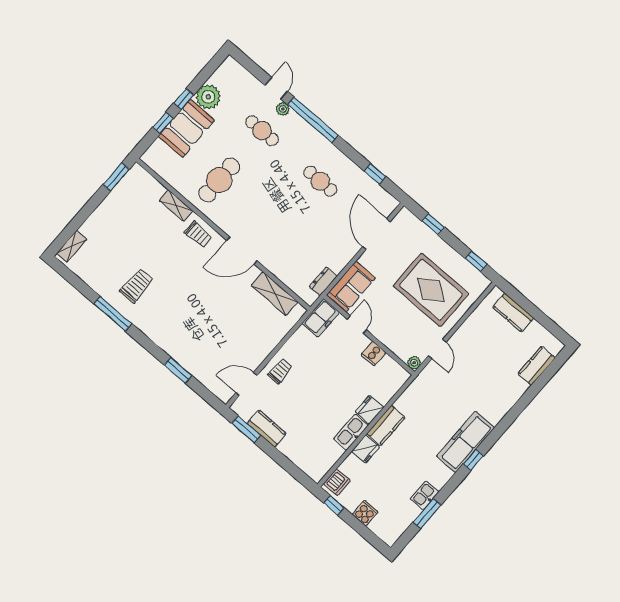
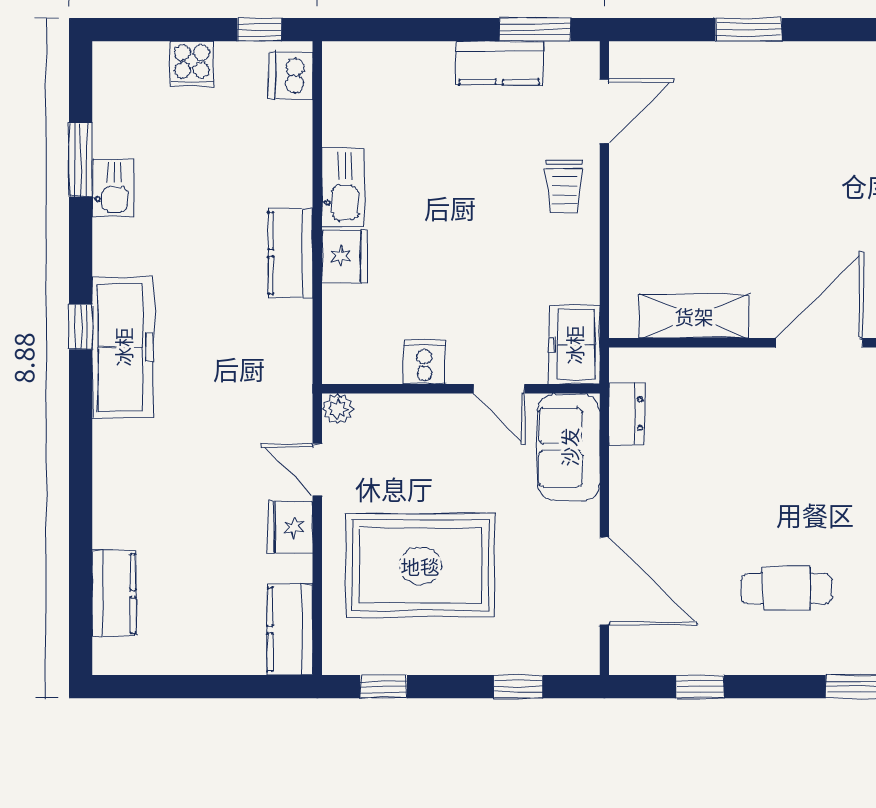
kitchen counter: (513, 313) -> (290, 630), moved, turned -90
fridge: (366, 449) -> (290, 527), moved

